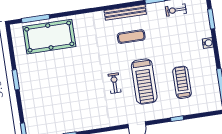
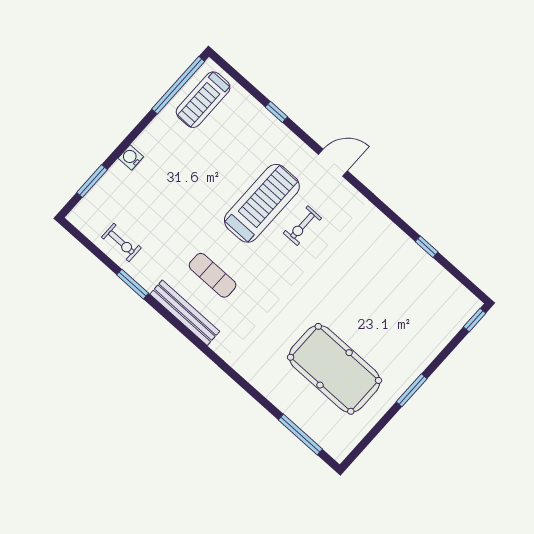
pool table: (49, 37) -> (335, 369), moved
treadmill: (182, 82) -> (203, 100), moved
exercise bike: (115, 83) -> (302, 226), moved

